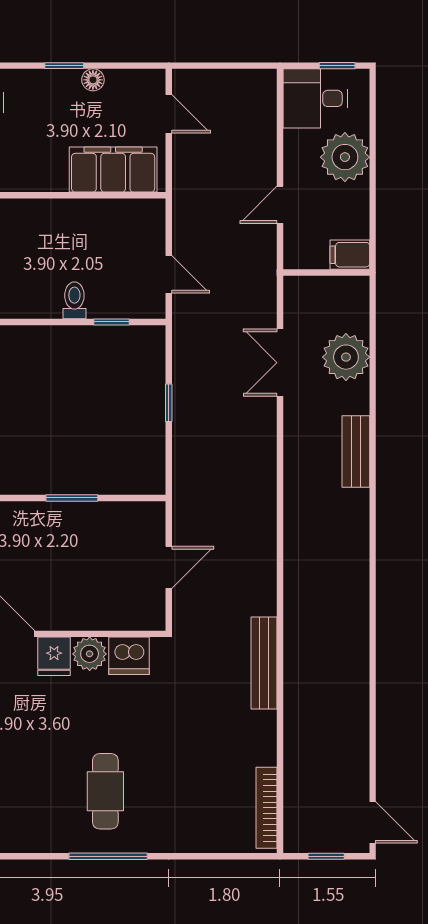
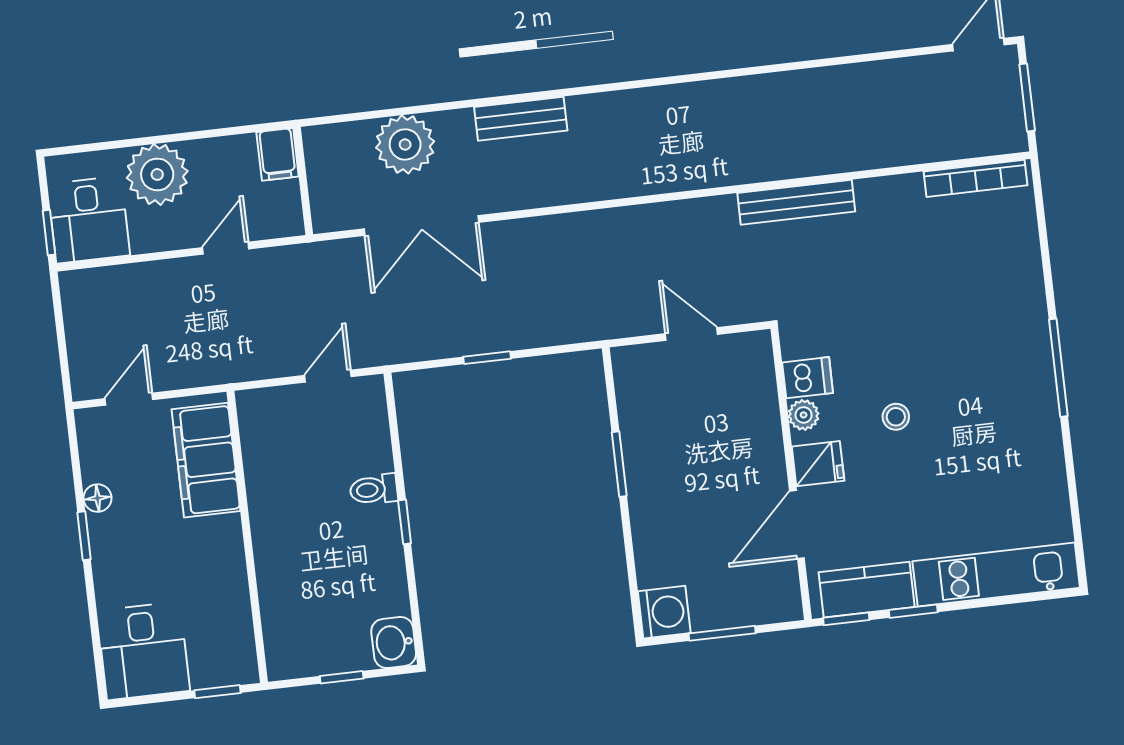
window: (337, 66) -> (49, 233), moved
door: (280, 205) -> (226, 248), swing flipped
window: (112, 322) -> (405, 522), moved
double door: (280, 363) -> (421, 226), width x1.37
plant: (90, 654) -> (804, 415), width x0.73, depth x0.73
dishwasher: (129, 656) -> (808, 378), width x0.73
stool: (84, 722) -> (896, 417), added
cafe table: (105, 791) -> (978, 381), removed
window: (326, 856) -> (1027, 97), width x1.50

